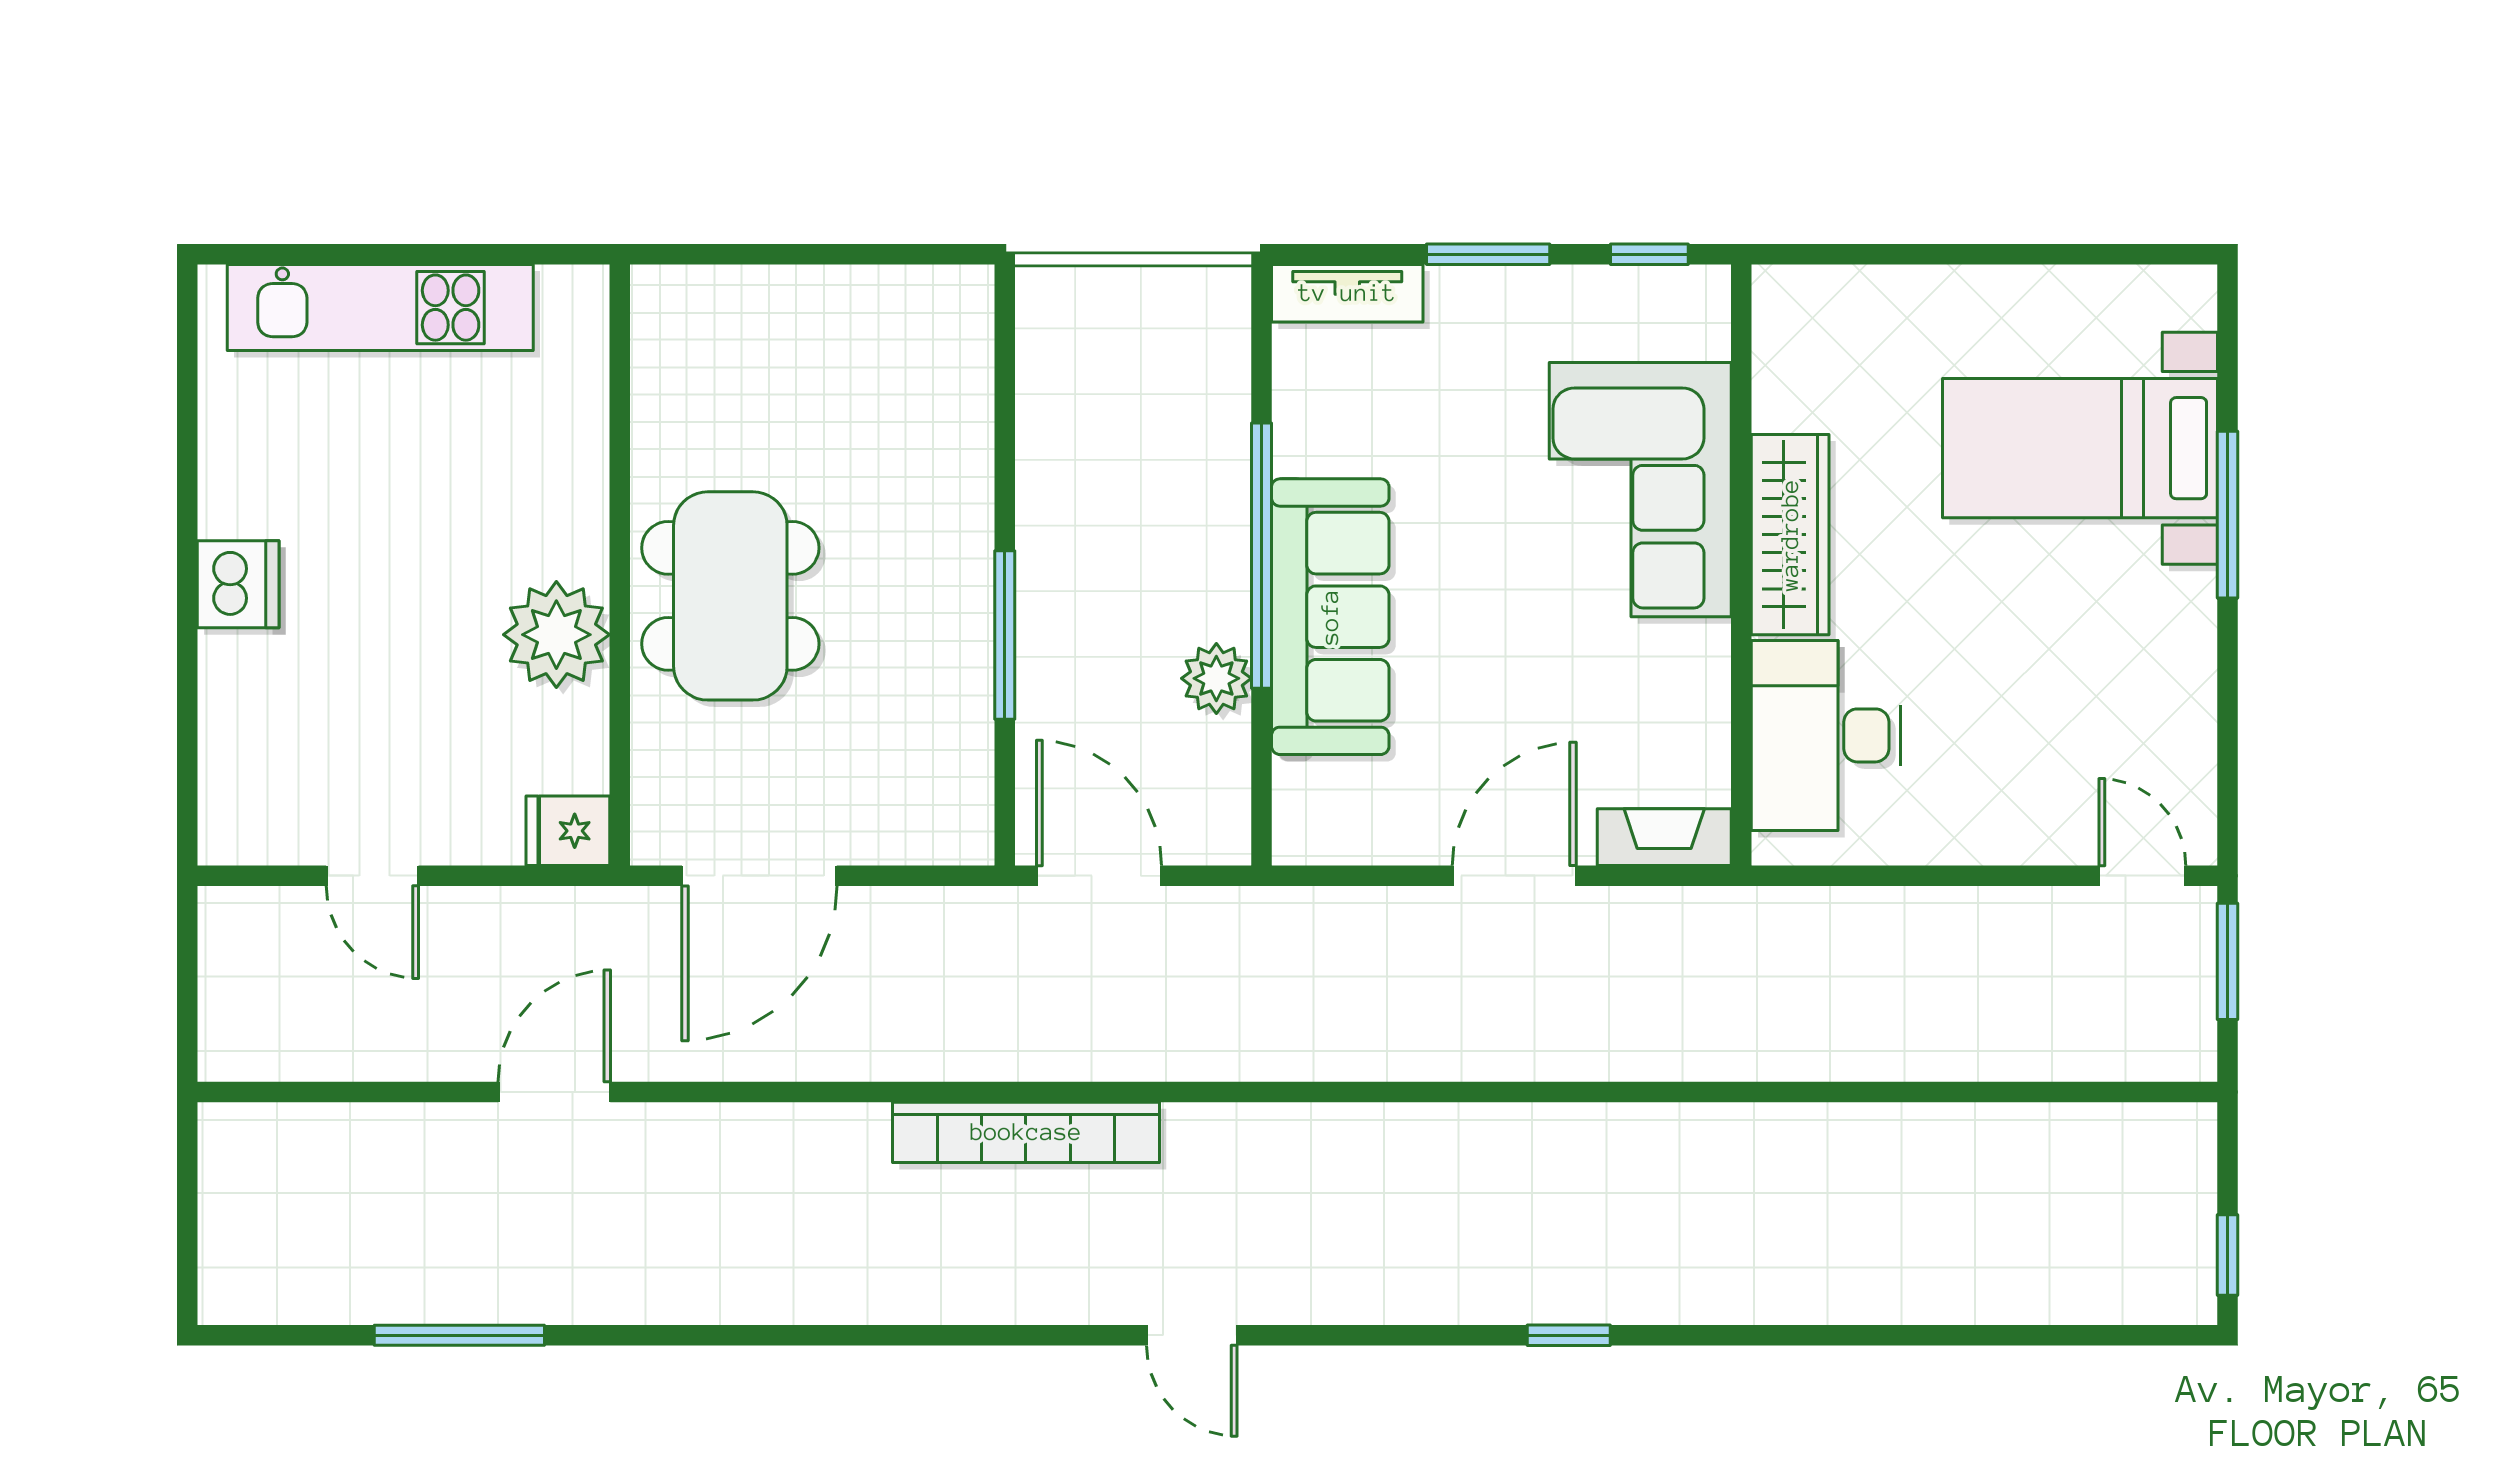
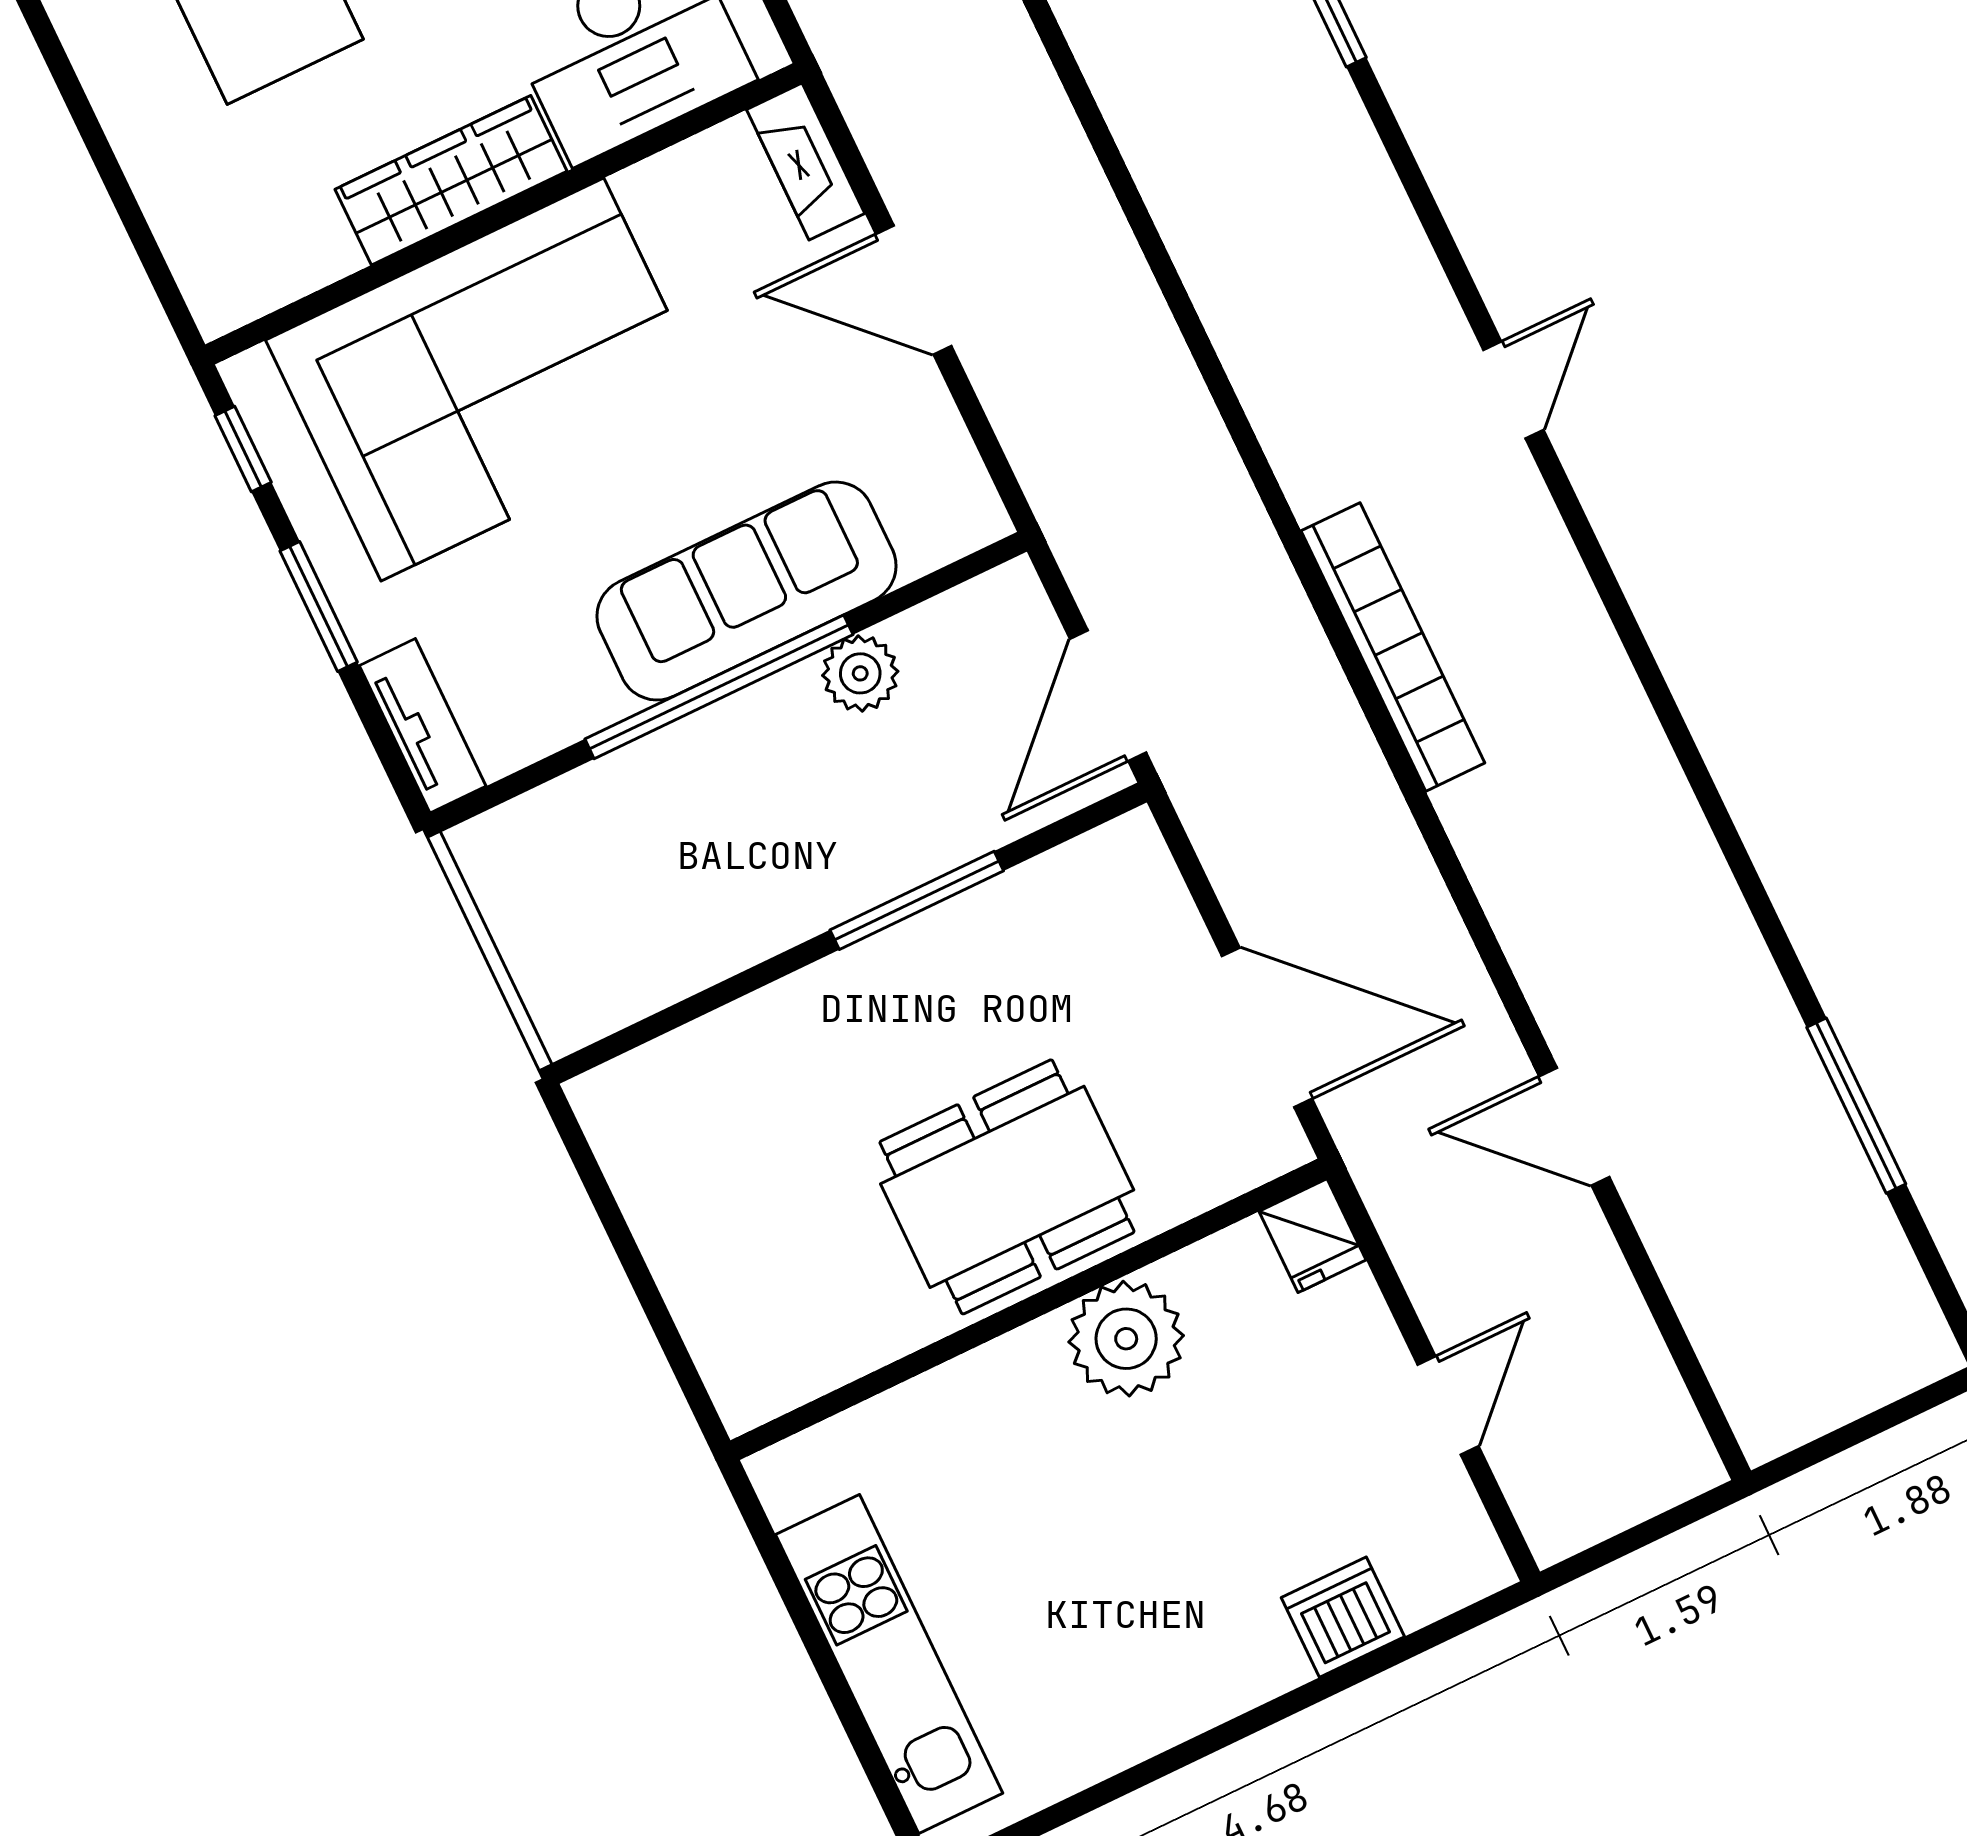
corner sofa: (1640, 490) -> (492, 380), width x1.36, depth x1.36
dishwasher: (238, 584) -> (1343, 1617), moved

